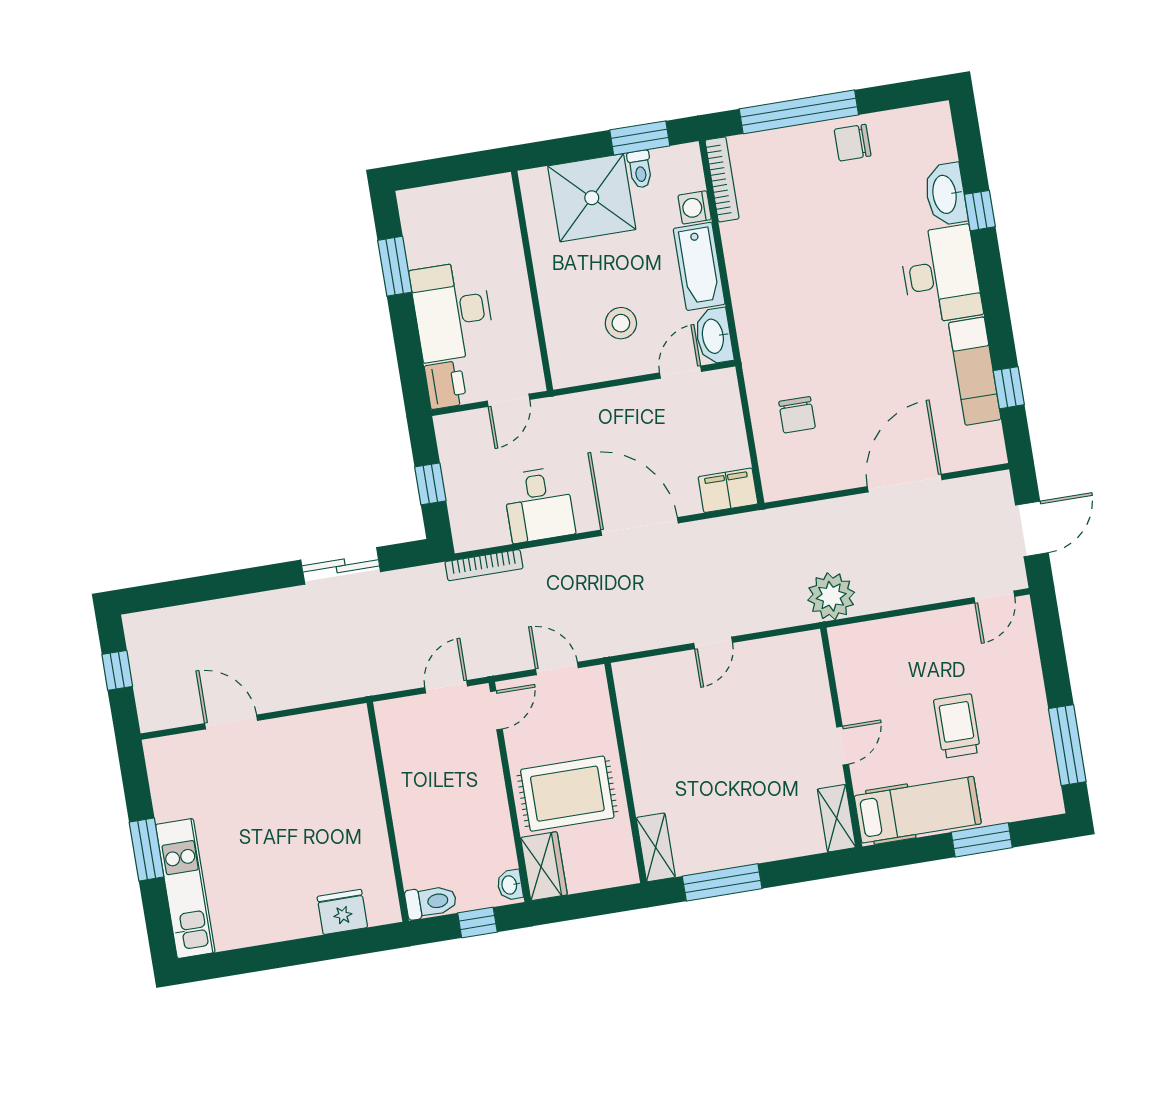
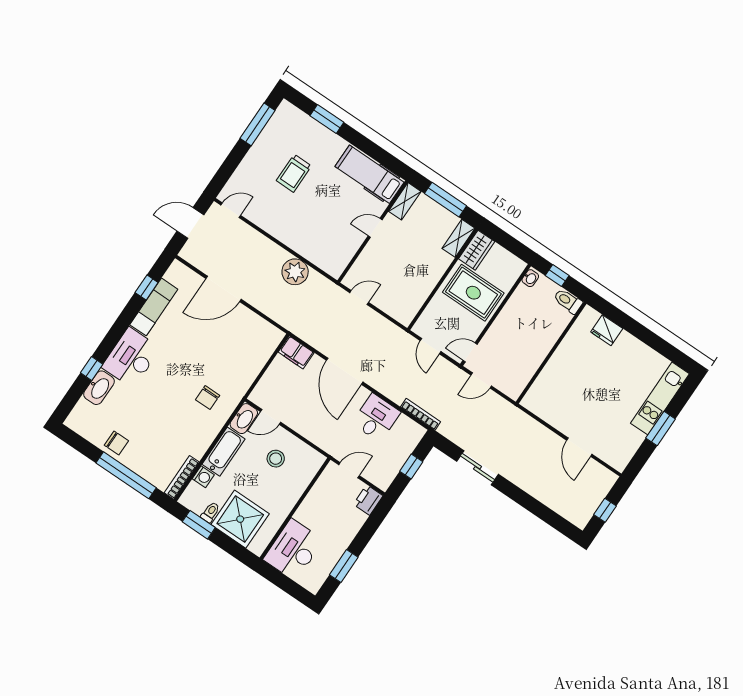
desk: (452, 311) -> (293, 550), moved, turned 180
chair: (797, 415) -> (208, 398), moved, turned 180
wall: (841, 738) -> (373, 232), moved
door: (843, 746) -> (375, 228), moved
hospital bed: (918, 810) -> (369, 174), moved
shelving: (837, 818) -> (405, 201), moved
wardrobe: (544, 866) -> (477, 250), moved, turned 180

